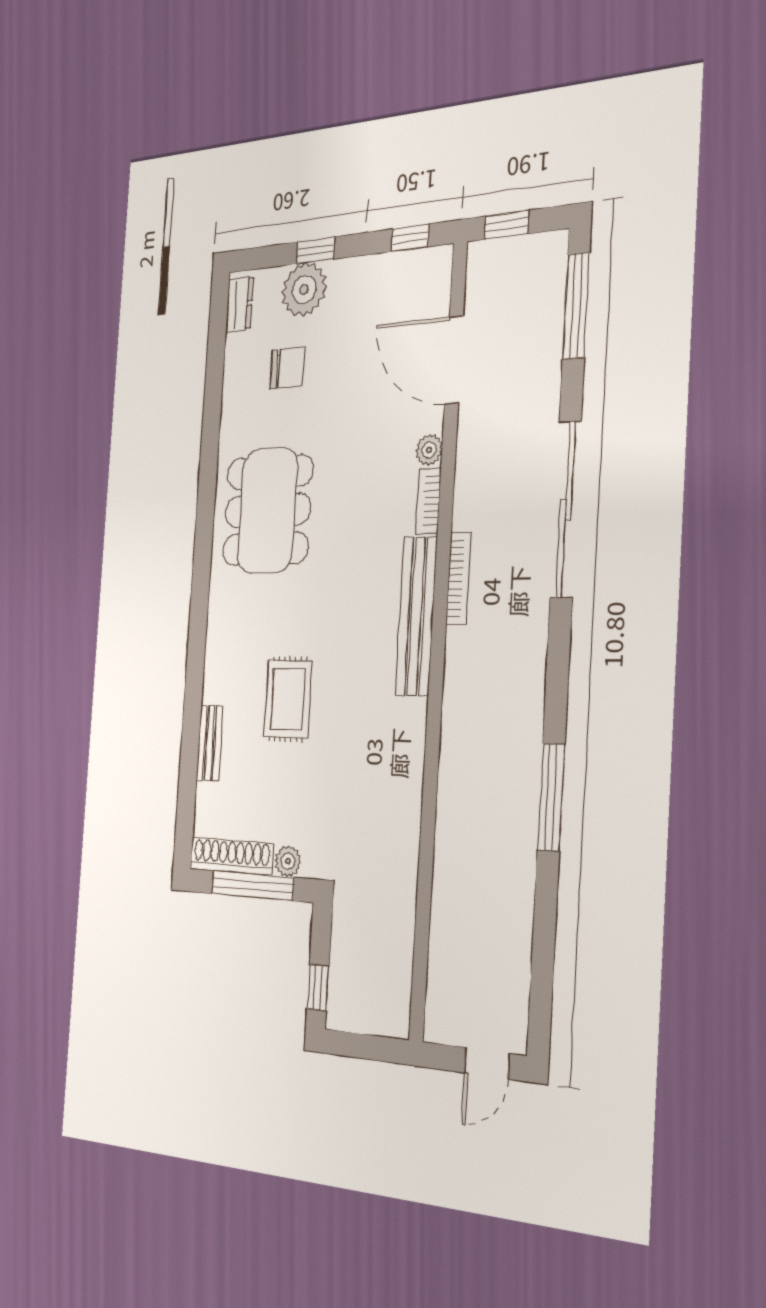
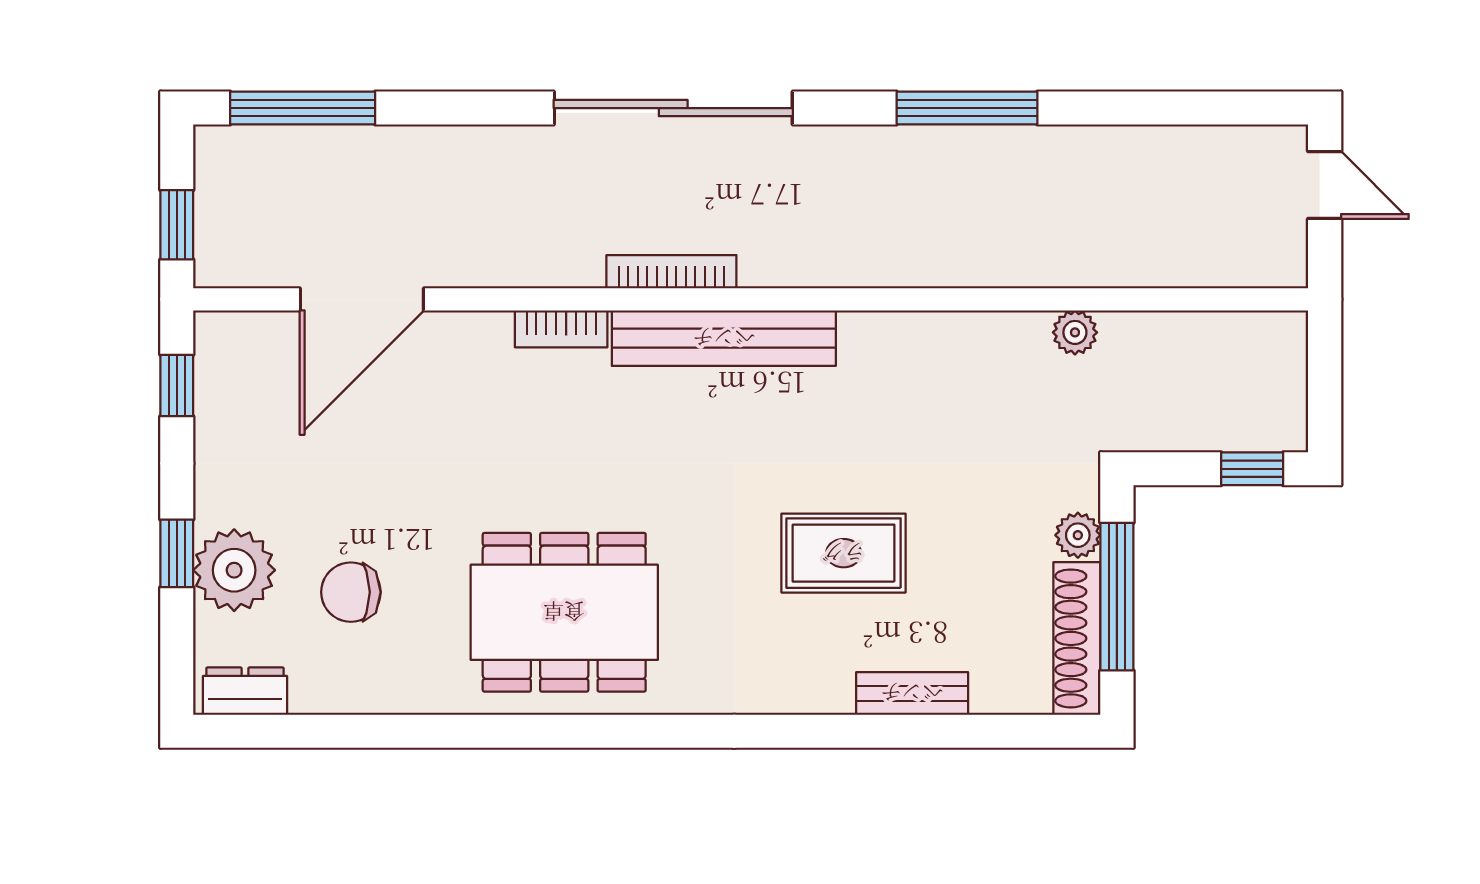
chair: (287, 368) -> (351, 592), turned -90
plant: (429, 450) -> (1075, 332), moved
sliding door: (566, 509) -> (673, 108), moved

